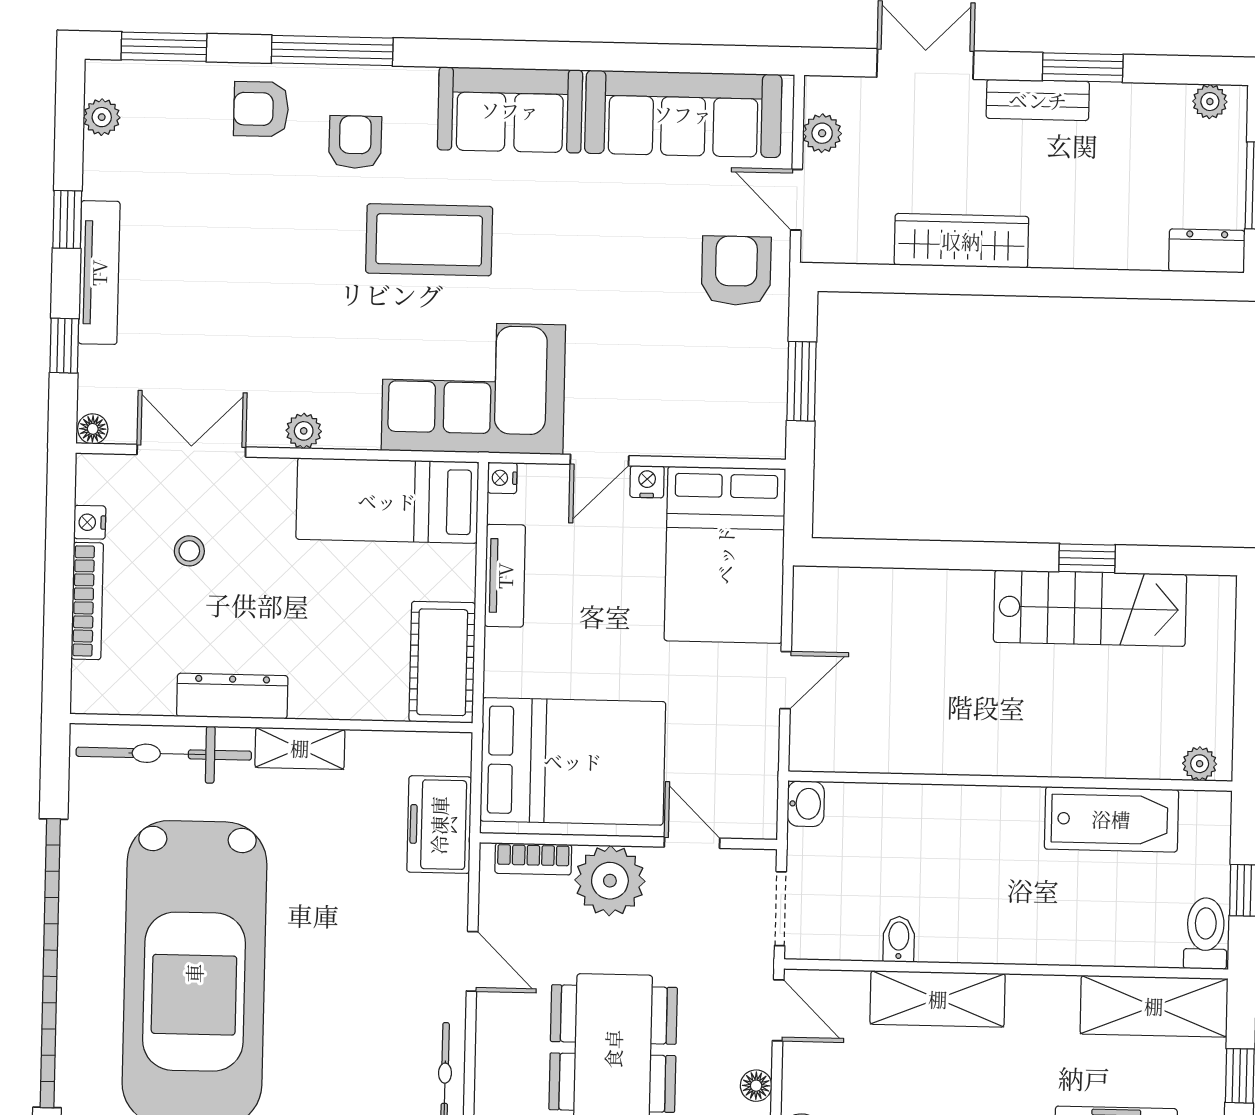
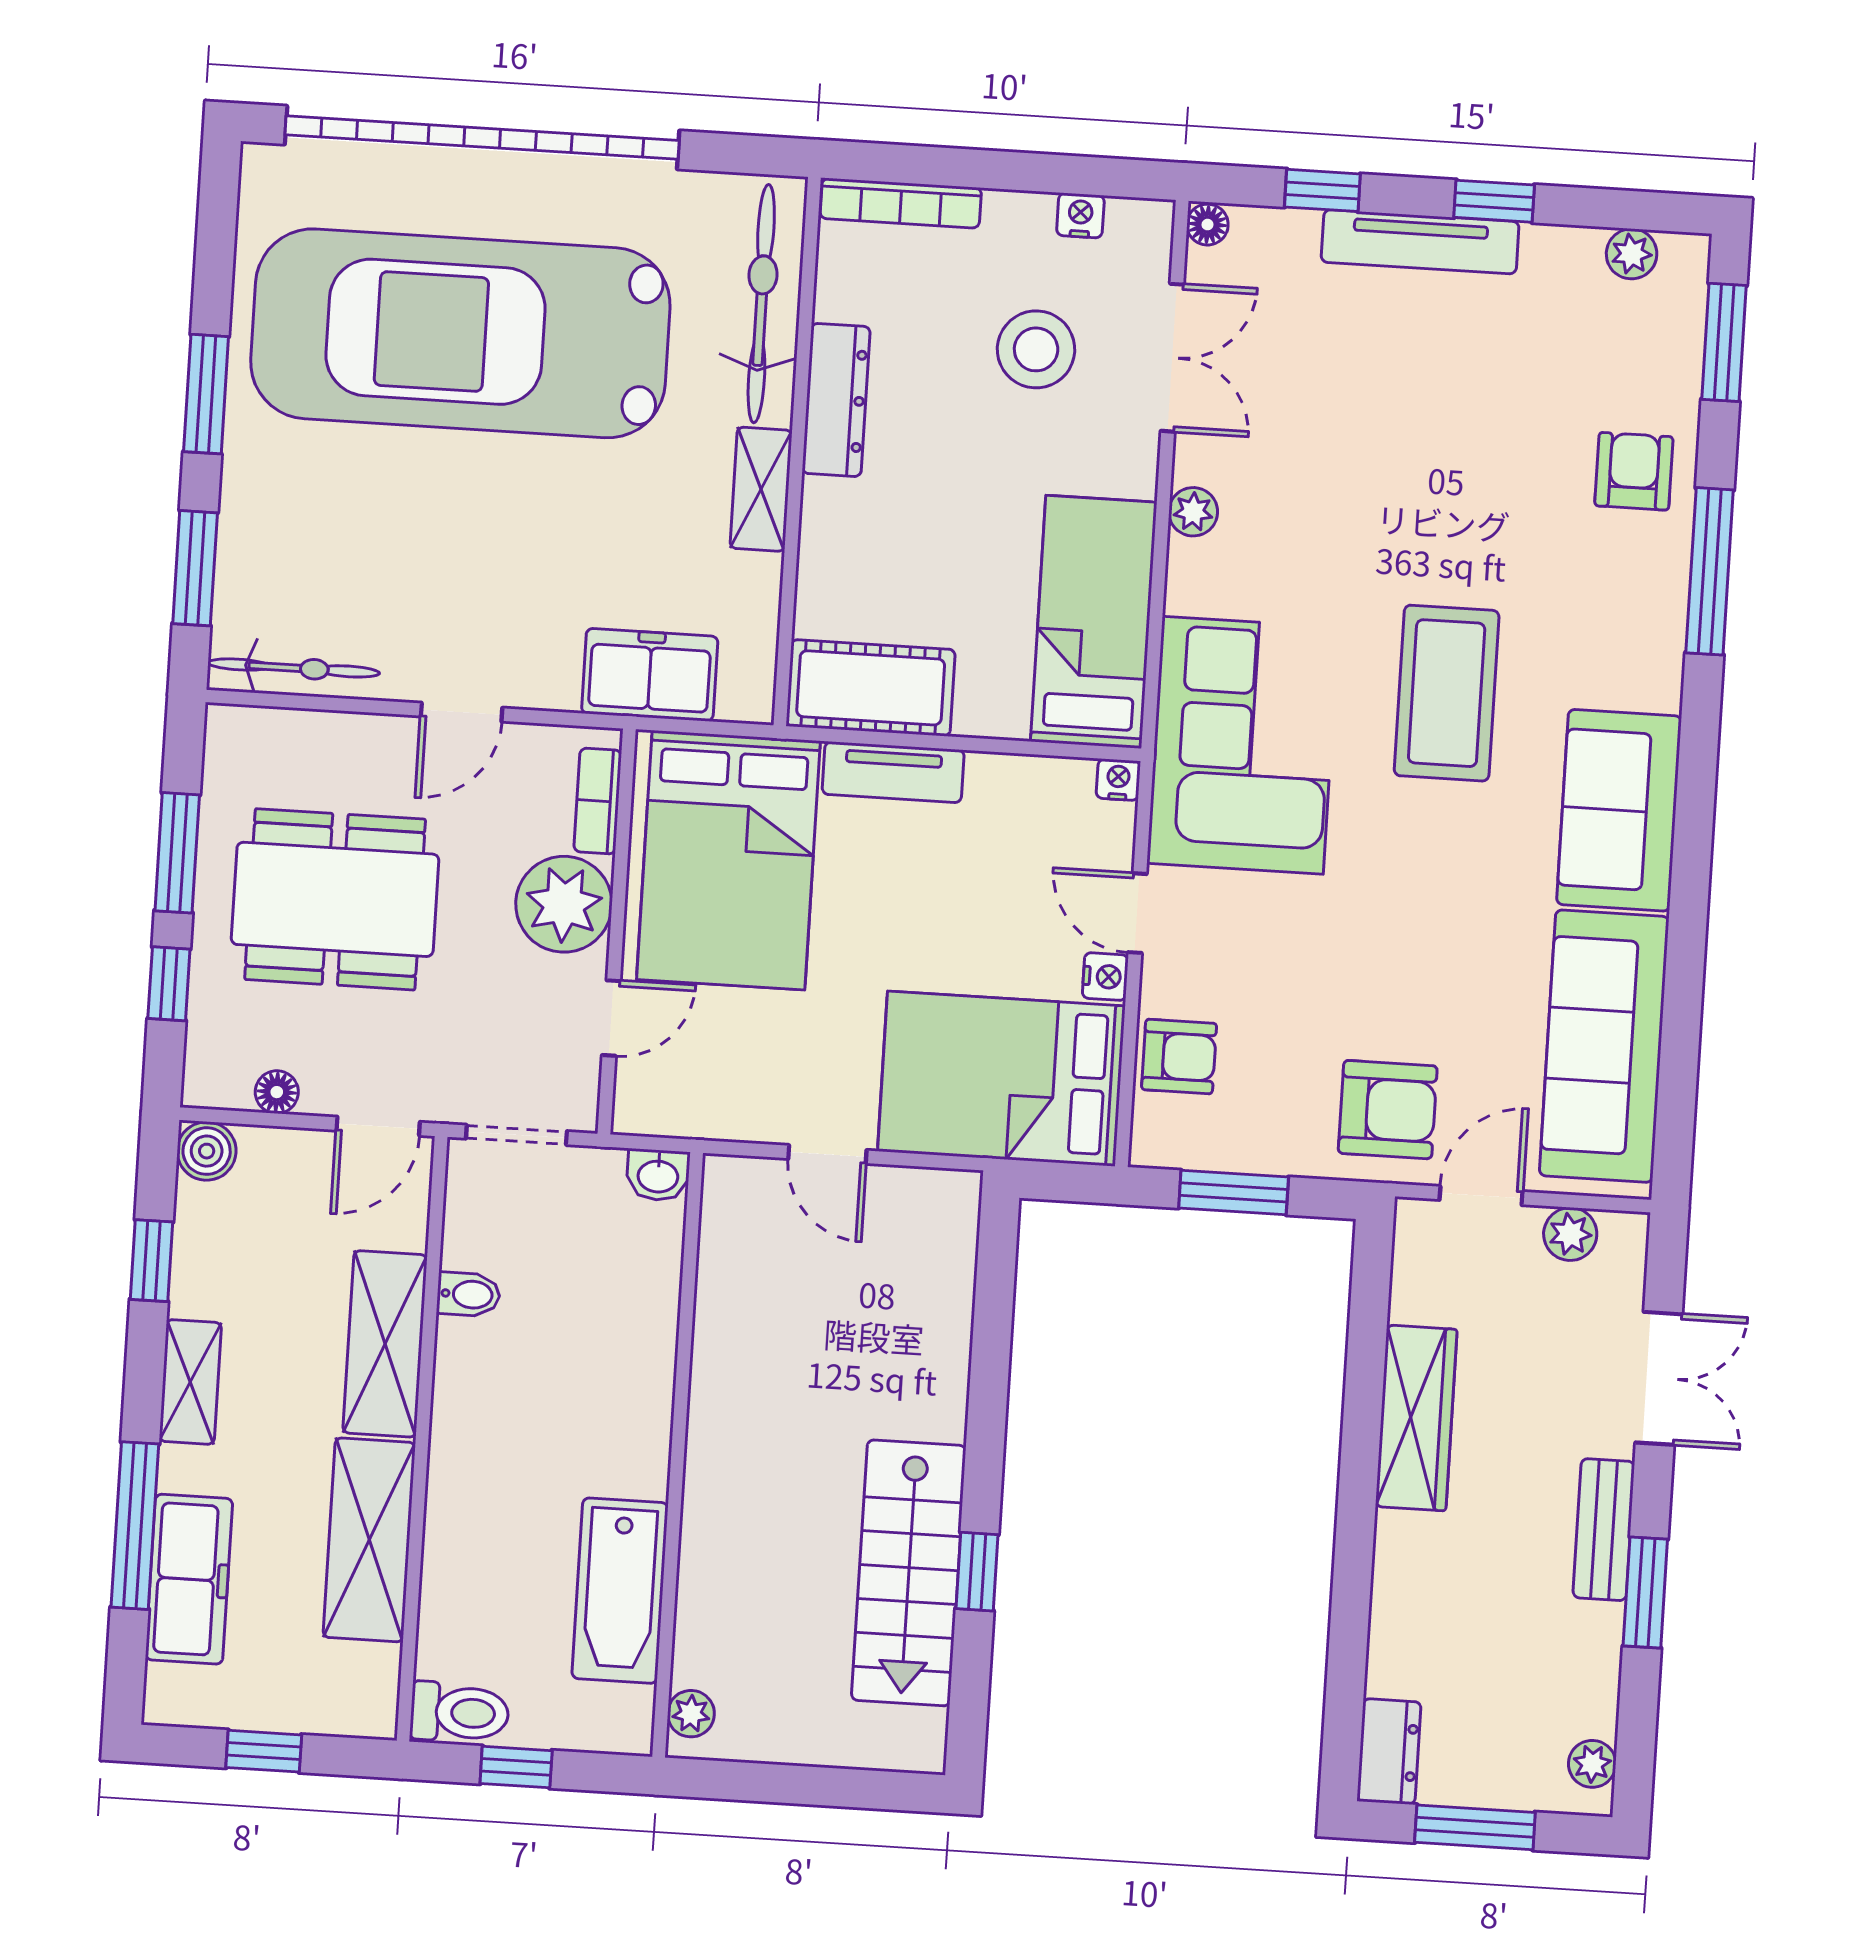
armchair: (355, 142) -> (1179, 1057), moved
stool: (189, 551) -> (1036, 349), width x1.89, depth x1.89
tv unit: (505, 576) -> (893, 772), moved
bookcase: (87, 601) -> (901, 203), moved
shelving: (1154, 1006) -> (369, 1540), moved

